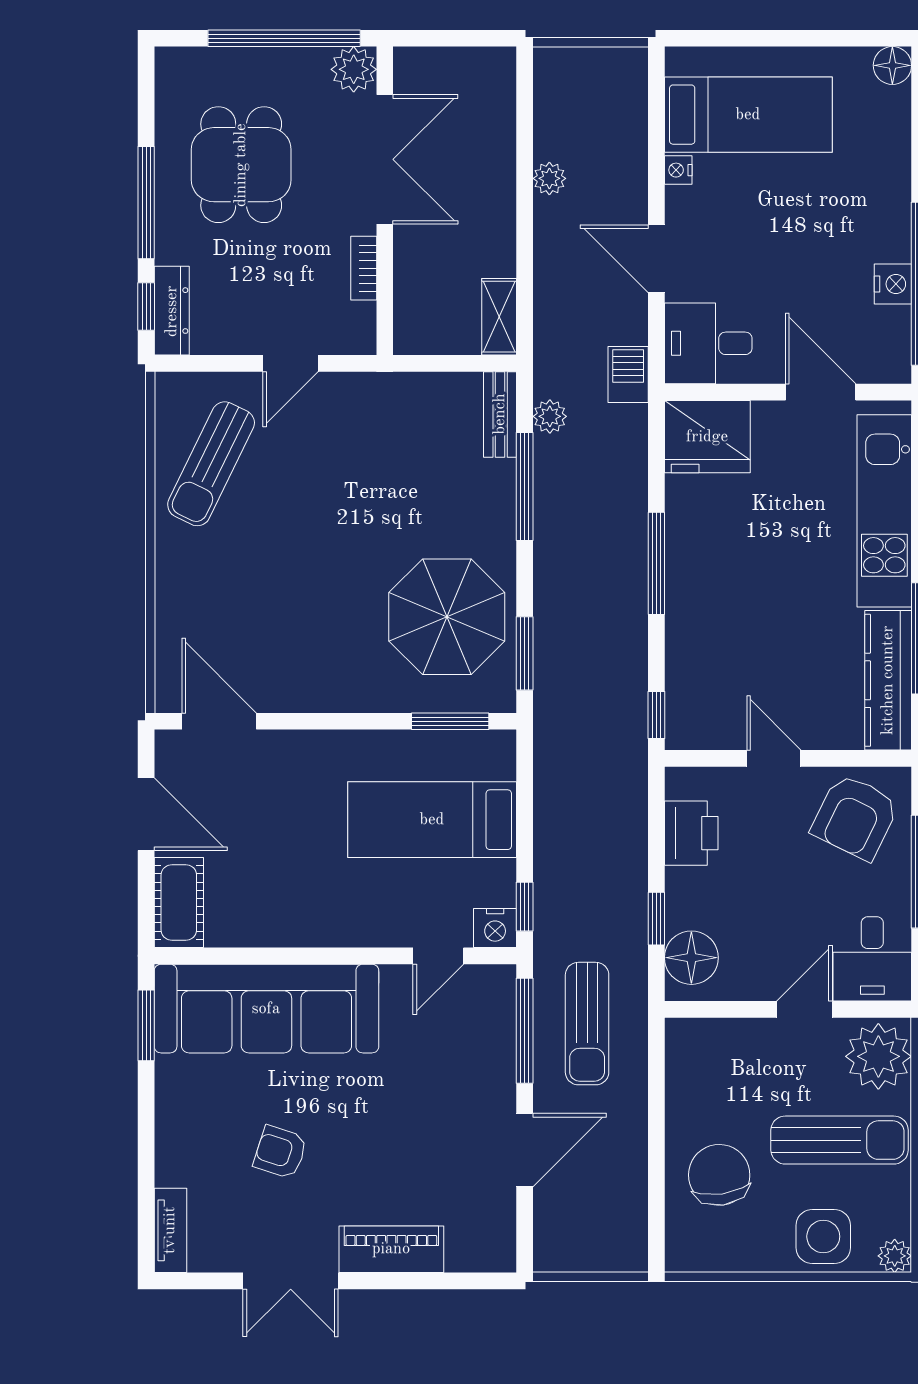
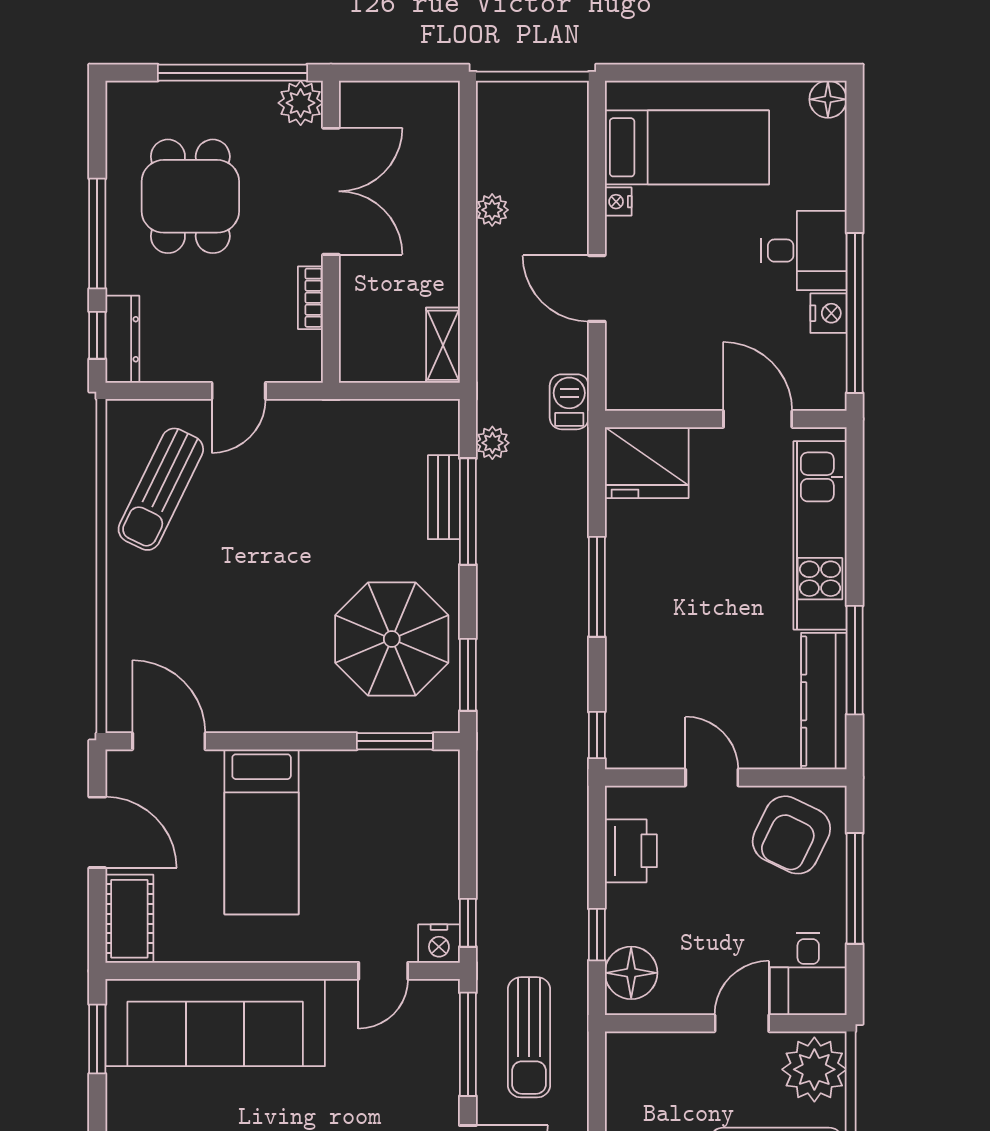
desk: (708, 343) -> (804, 251), moved, turned 180
bench: (500, 414) -> (444, 497), moved
bed: (432, 820) -> (262, 832), moved, turned -90

